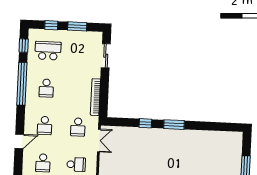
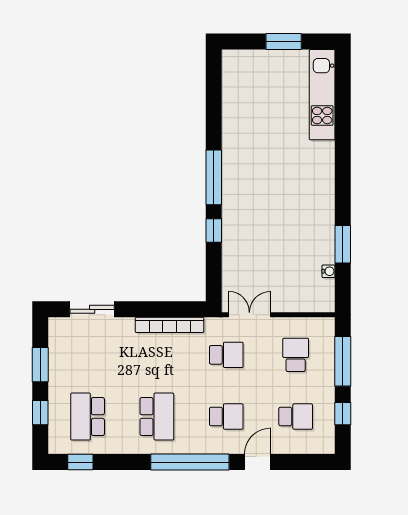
window: (22, 84) -> (190, 462), moved
school desk: (46, 88) -> (157, 417), width x1.85
window: (174, 125) -> (214, 177), width x1.44
door: (19, 141) -> (258, 462), hinge flipped

